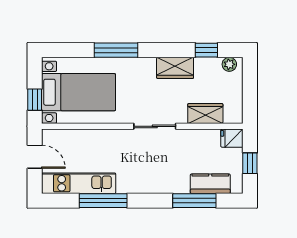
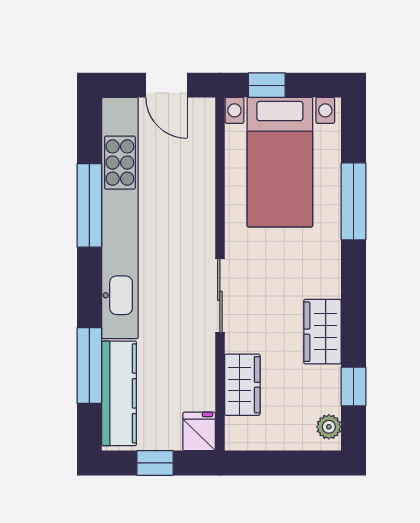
window: (116, 50) -> (354, 201), moved
door: (35, 157) -> (167, 85), hinge flipped
kitchen unit: (79, 183) -> (120, 218), width x1.86
kitchen counter: (210, 184) -> (119, 393), width x1.50

